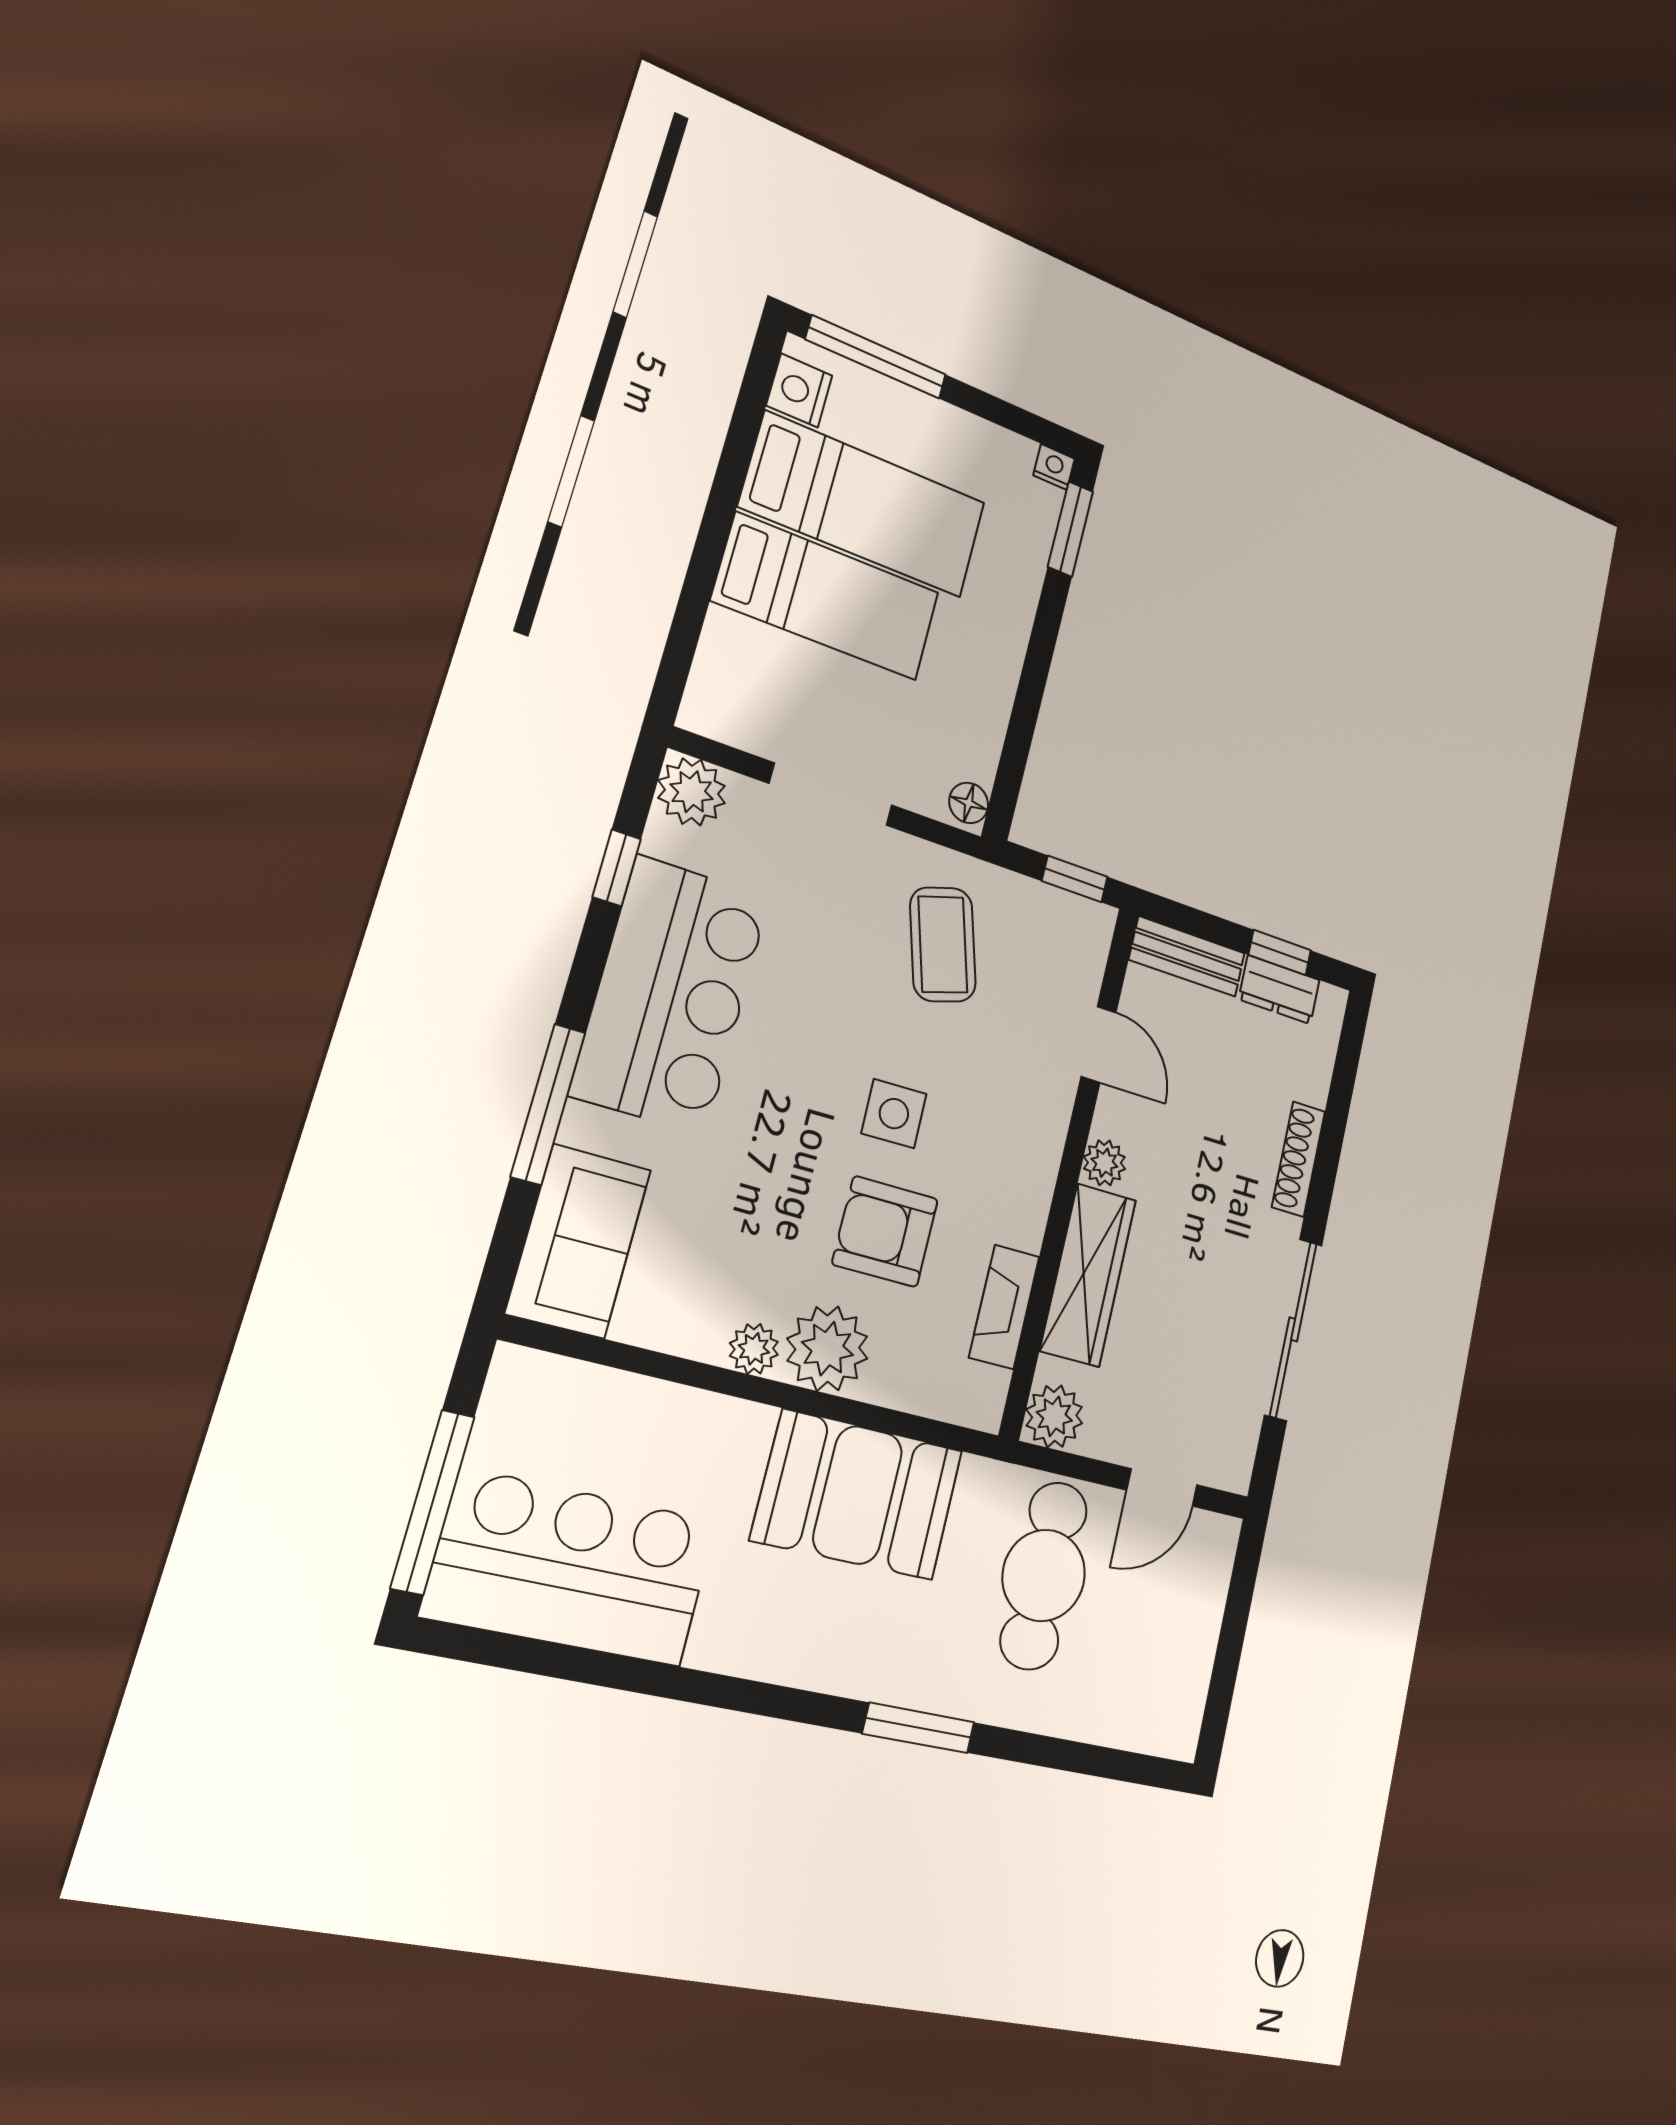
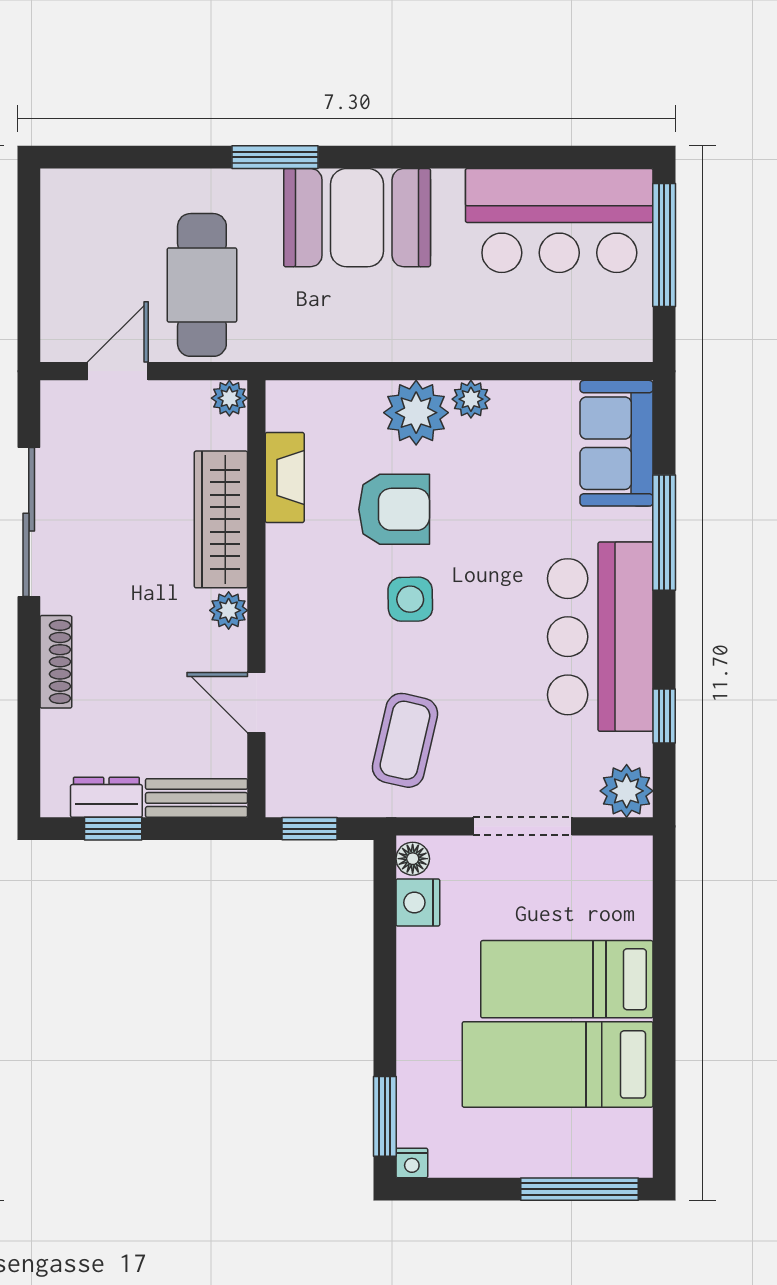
nightstand: (799, 390) -> (418, 902), moved, turned 180
coffee table: (943, 944) -> (405, 740), turned 30
plant: (1054, 1416) -> (229, 398), width x0.73, depth x0.73
booth: (858, 1495) -> (357, 218), moved

